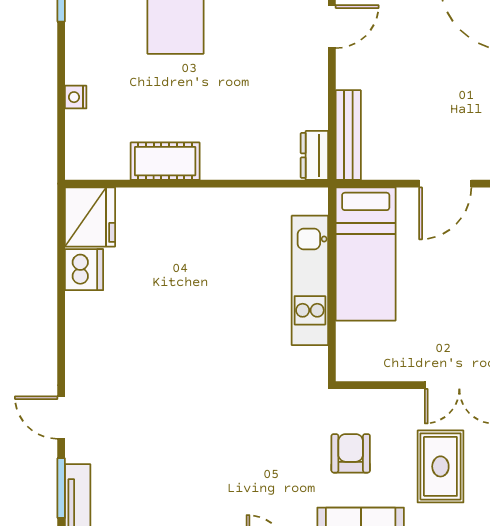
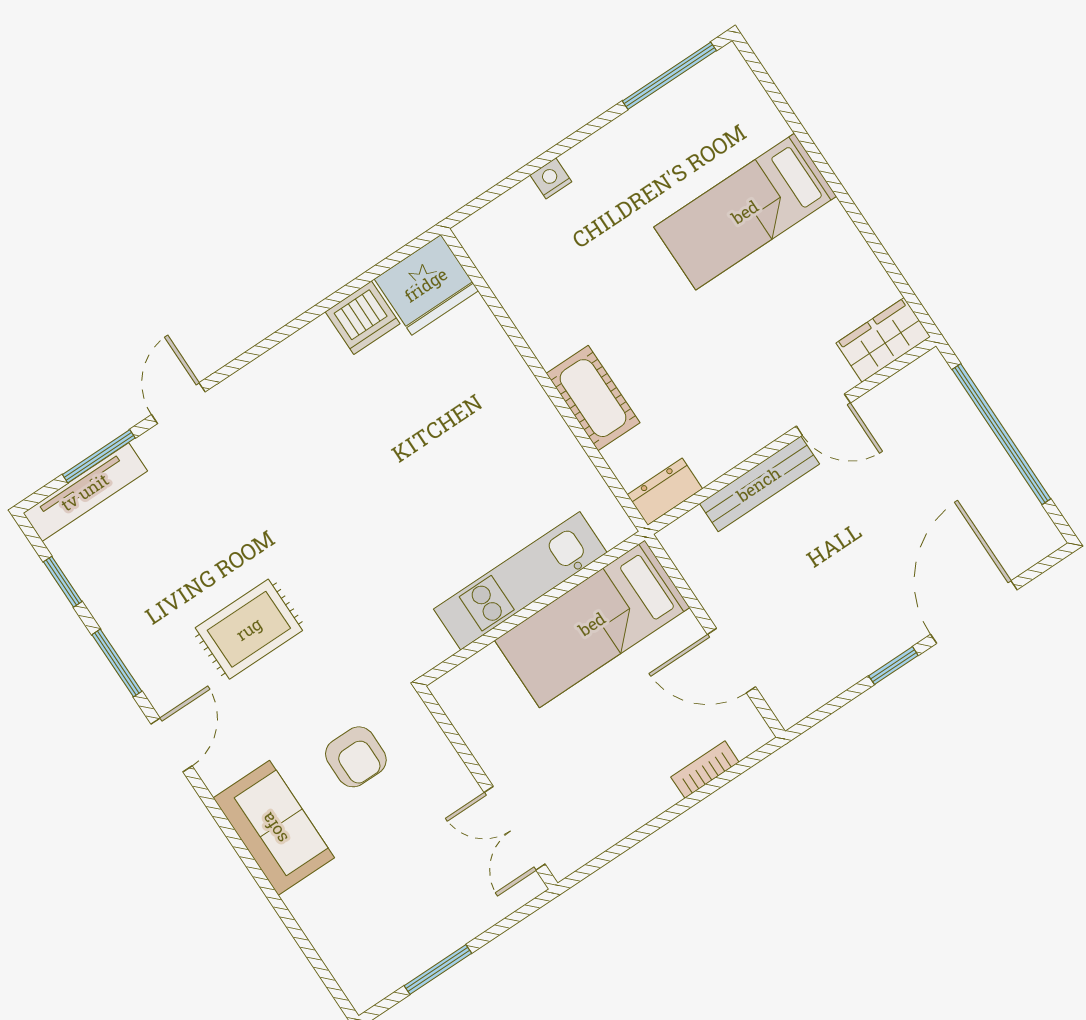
bench: (348, 135) -> (759, 484), moved
cot: (165, 161) -> (593, 398), moved
armchair: (351, 453) -> (356, 757), turned 90
rug: (440, 466) -> (249, 629), moved

